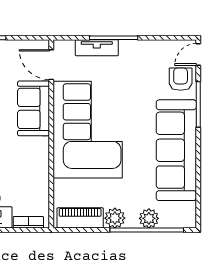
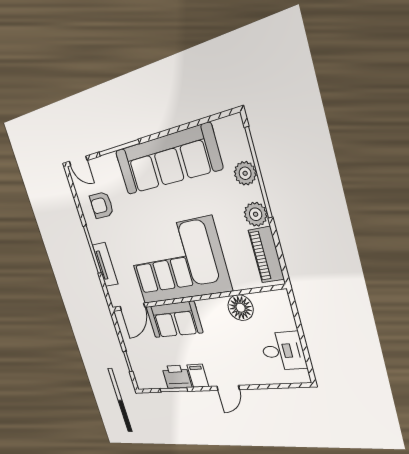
armchair: (181, 79) -> (102, 205), moved
floor lamp: (38, 181) -> (241, 308), added
bookcase: (28, 222) -> (287, 313), removed

